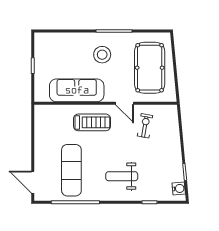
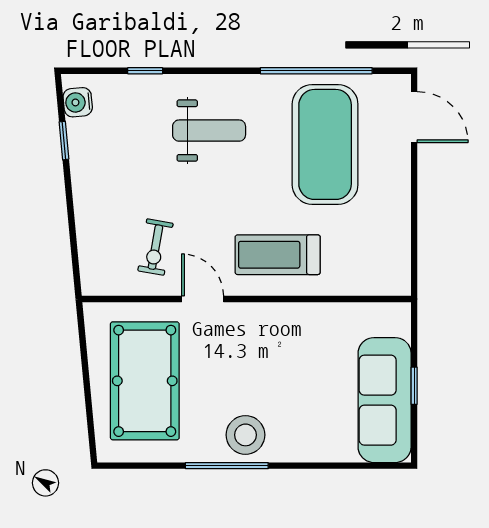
stool: (102, 55) -> (245, 435), moved
sofa: (77, 90) -> (385, 400), moved, turned 90
exercise mat: (71, 170) -> (325, 144), width x1.47

